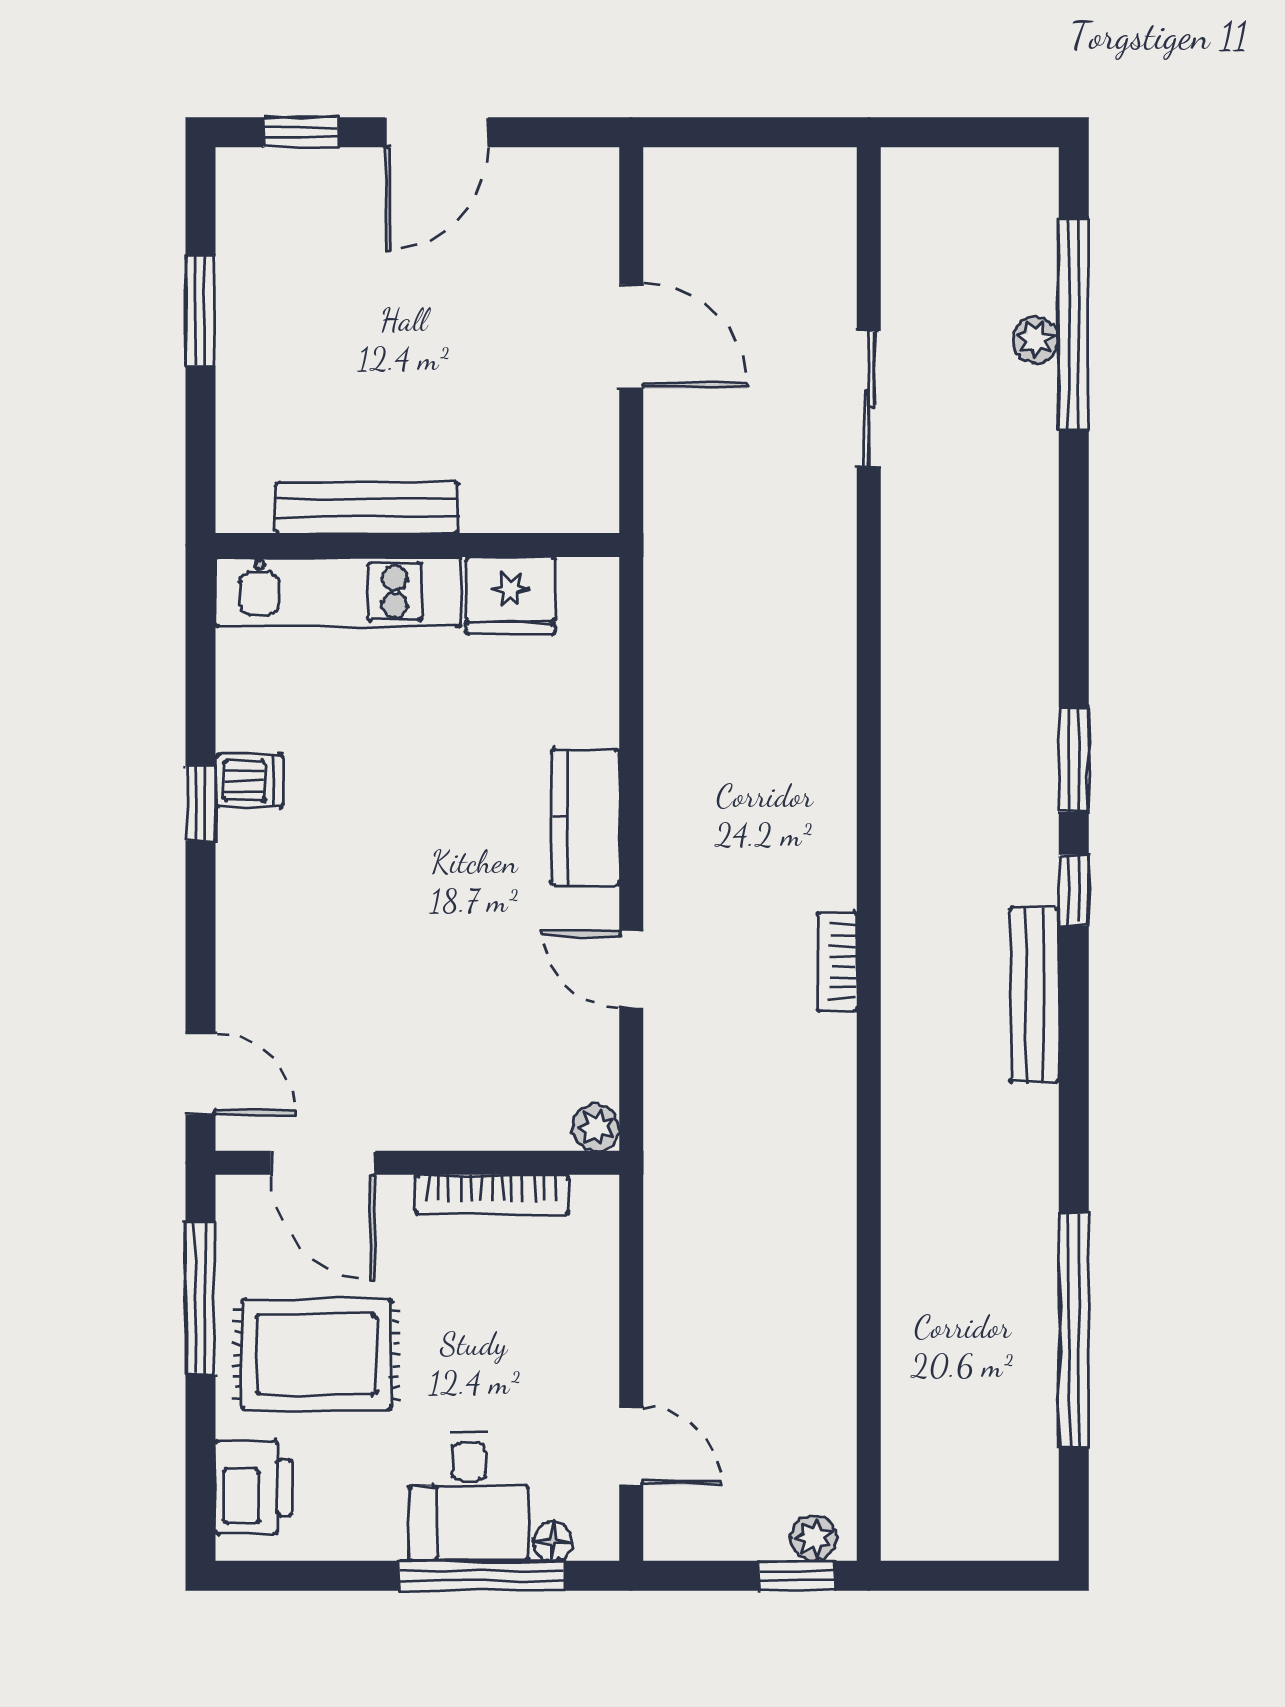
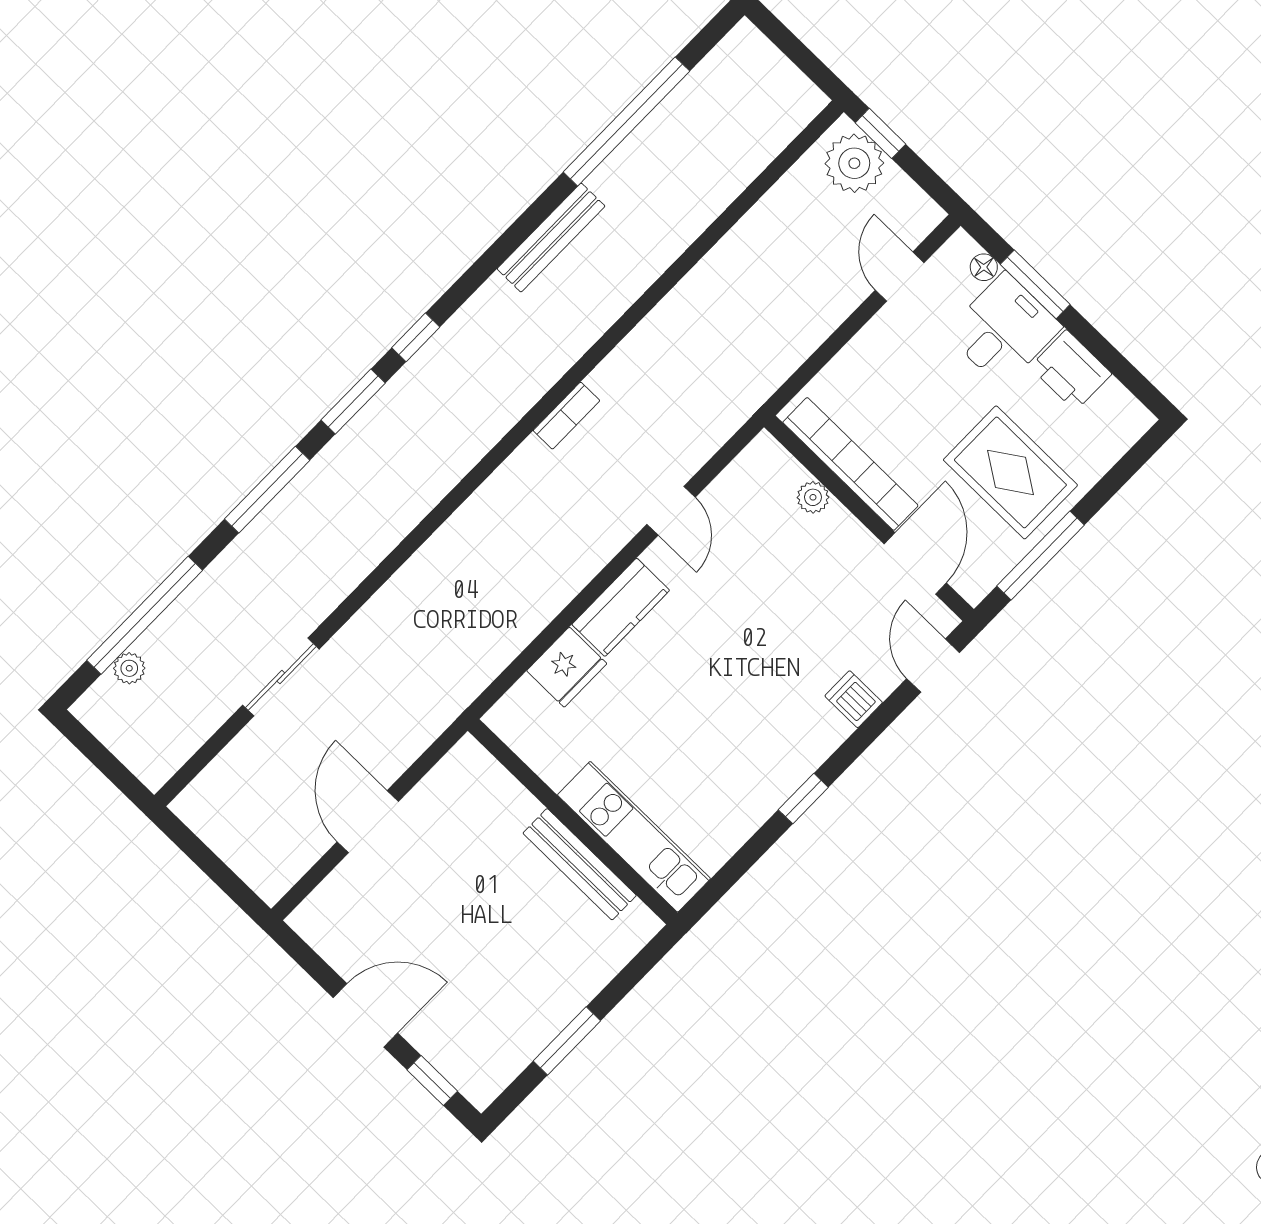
plant: (1036, 340) -> (129, 668), moved
window: (1074, 580) -> (267, 490), added
fridge: (510, 595) -> (567, 667), moved, turned 90
dishwasher: (249, 781) -> (854, 699), moved
bench: (1034, 995) -> (551, 238), moved
plant: (596, 1128) -> (813, 497), moved
bookcase: (492, 1194) -> (850, 464), width x1.48, depth x1.31
printer: (254, 1487) -> (1071, 370), moved, turned -90
plant: (814, 1538) -> (854, 163), width x1.87, depth x1.87
window: (482, 1576) -> (1035, 284), width x0.69

